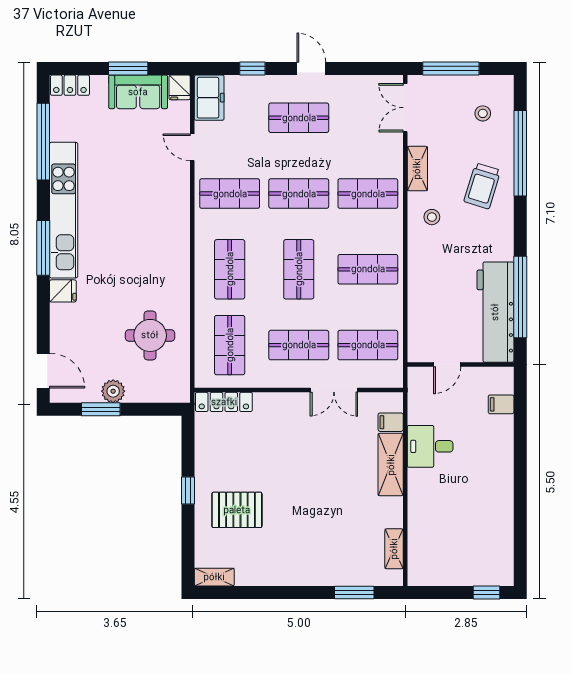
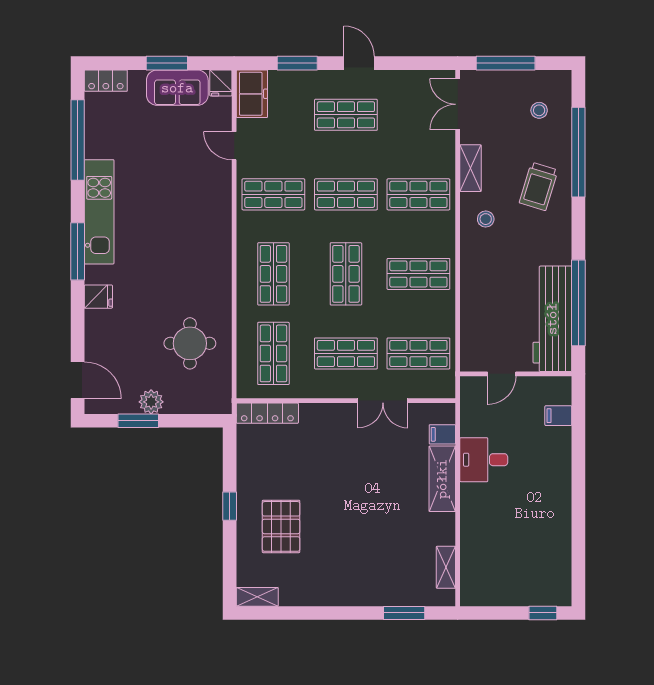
window: (252, 68) -> (297, 63), width x1.50
kitchen unit: (64, 210) -> (99, 212), width x0.73
pallet: (237, 510) -> (281, 526), turned 90

